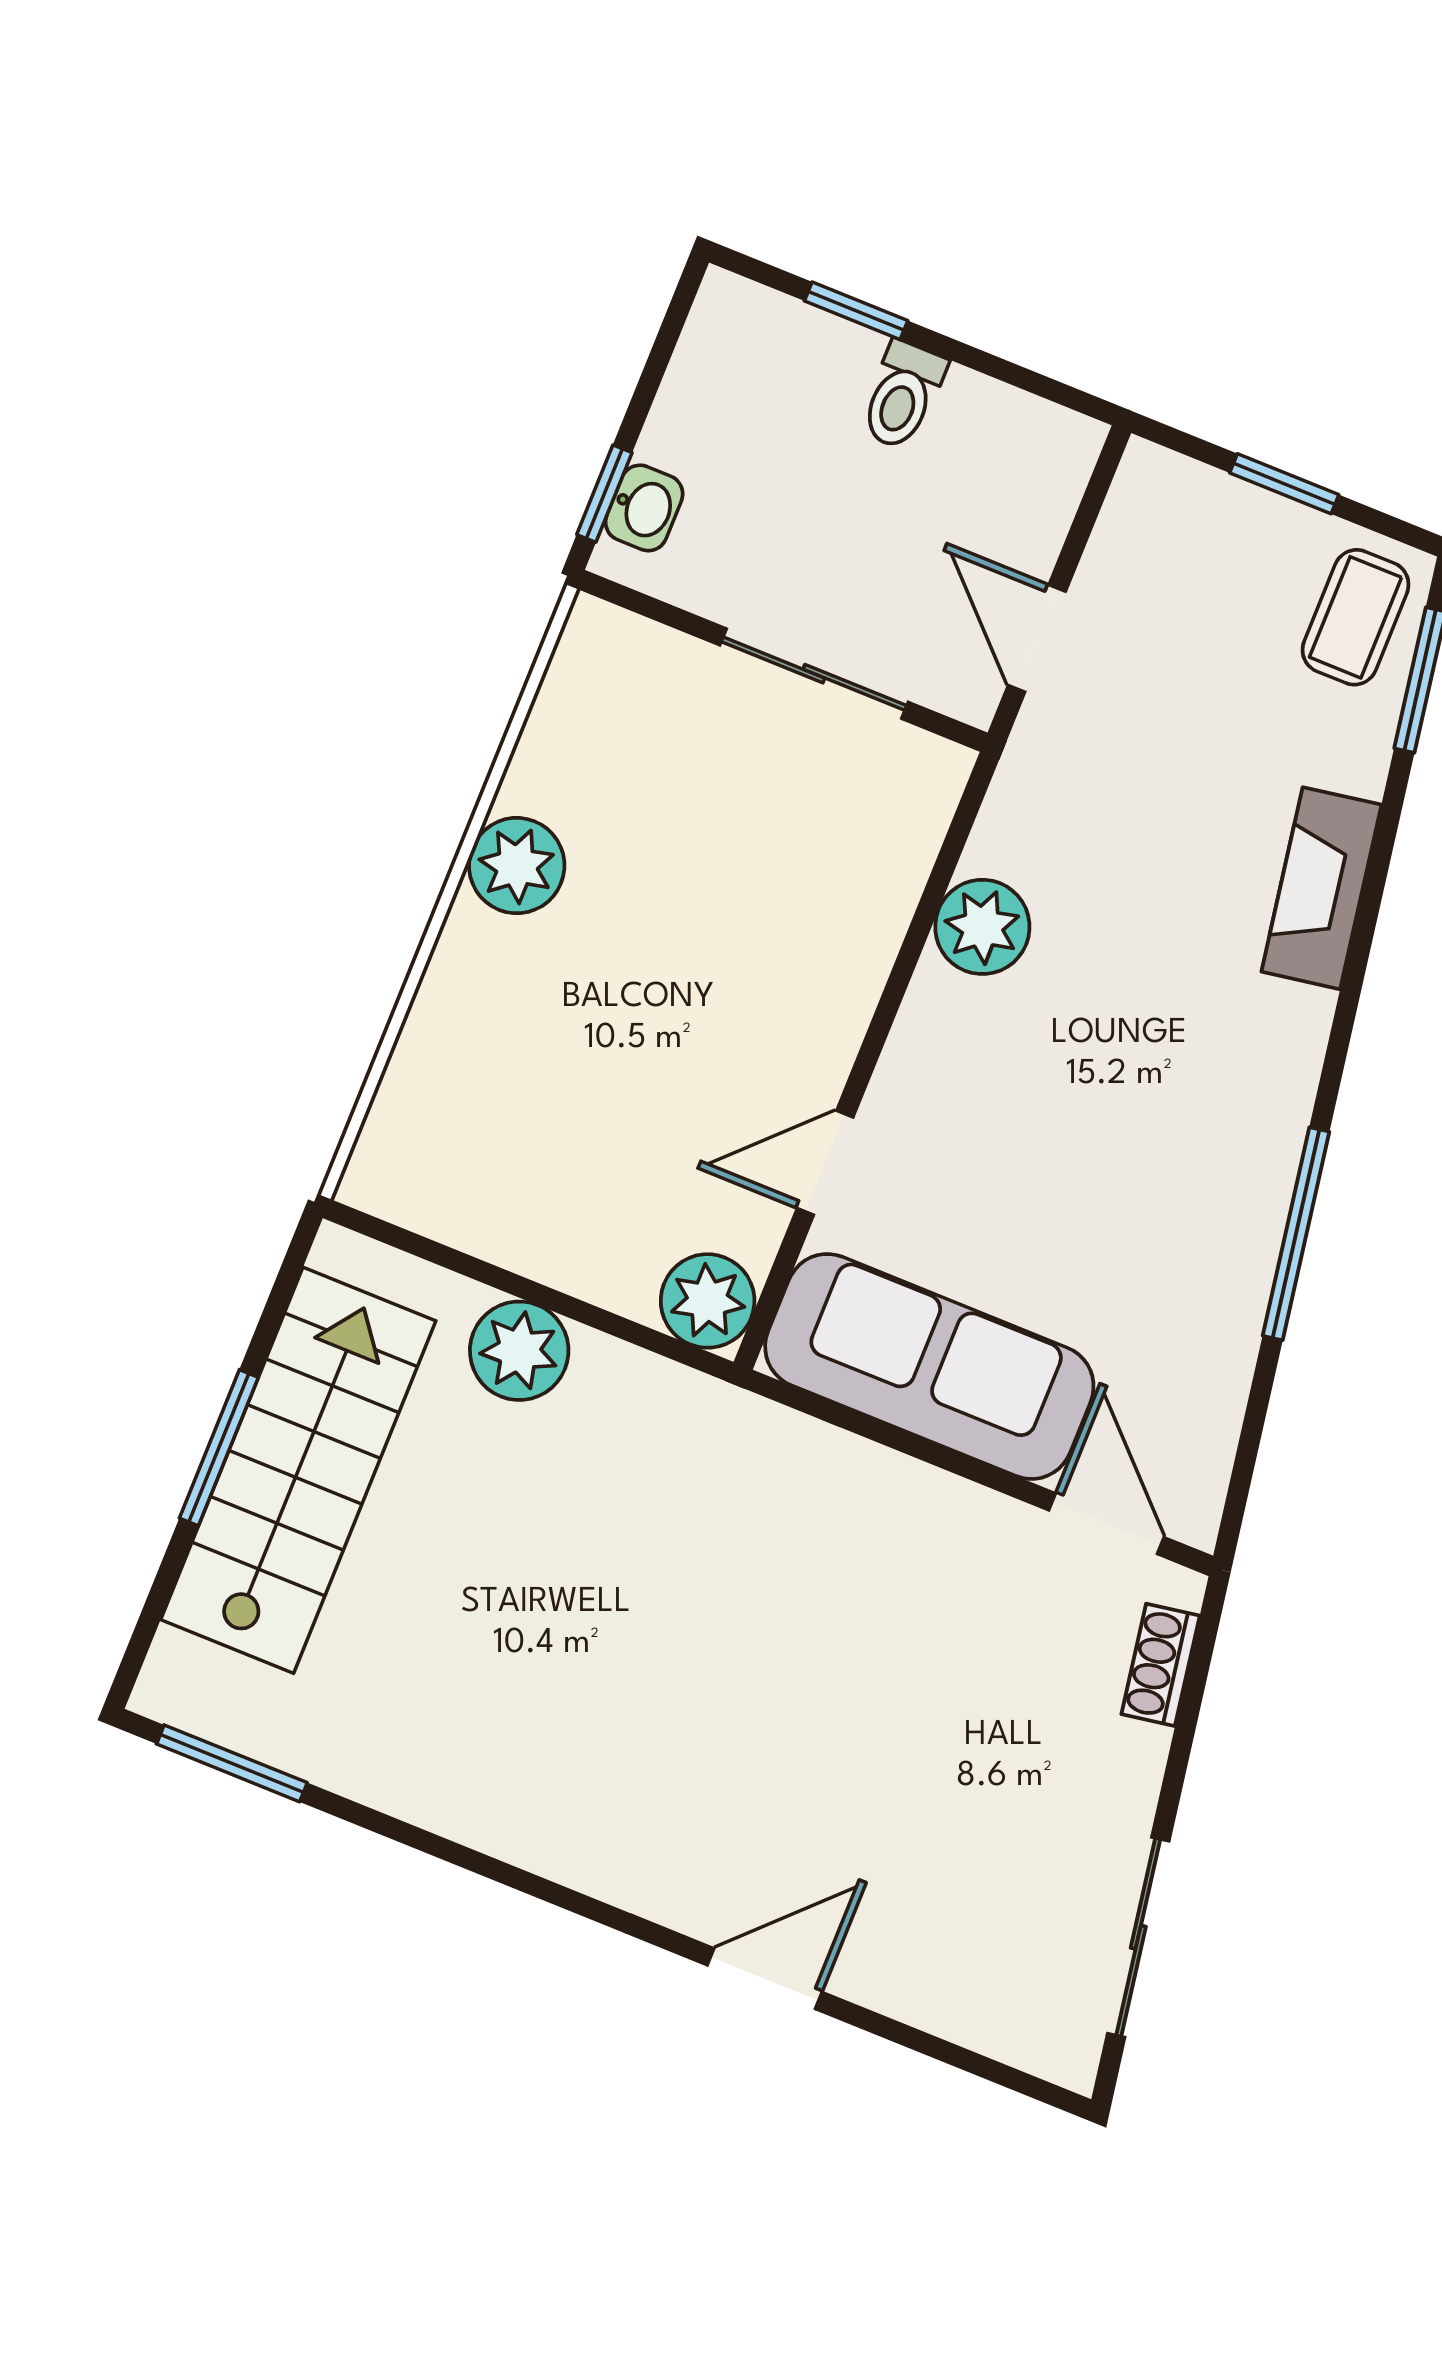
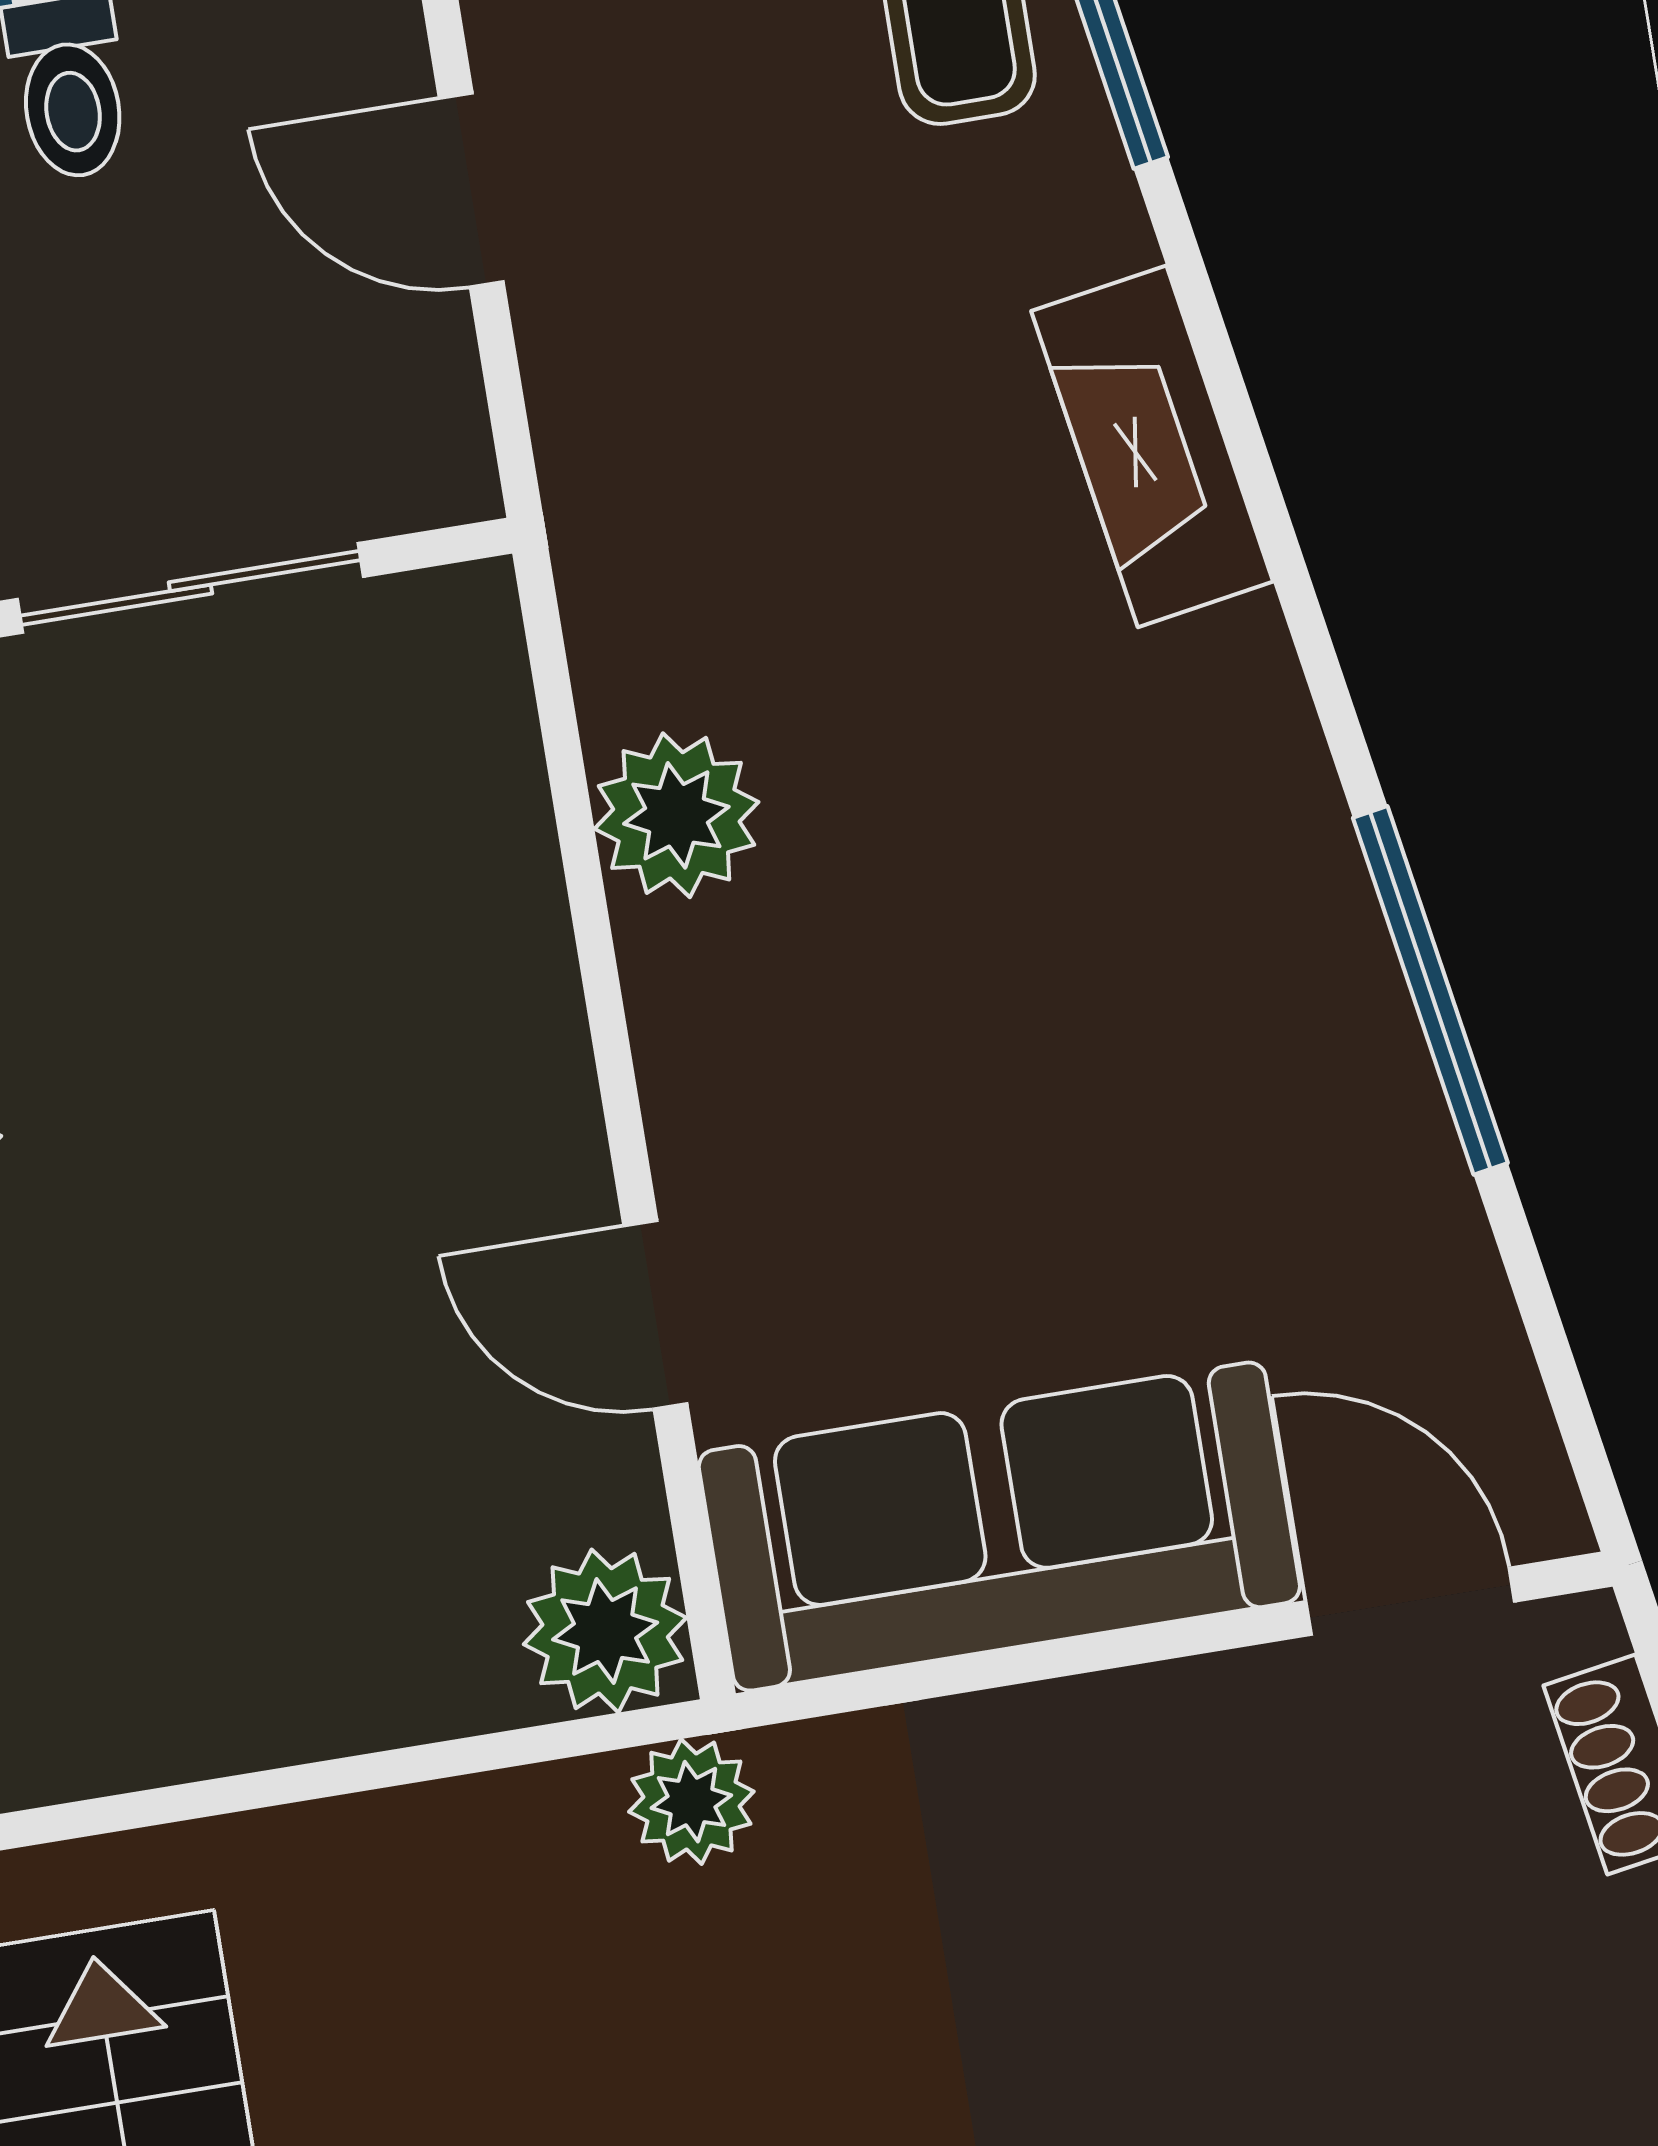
door: (1037, 638) -> (471, 190), moved
door: (825, 1163) -> (655, 1315), hinge flipped
plant: (519, 1351) -> (691, 1802), moved, width x0.73, depth x0.73

